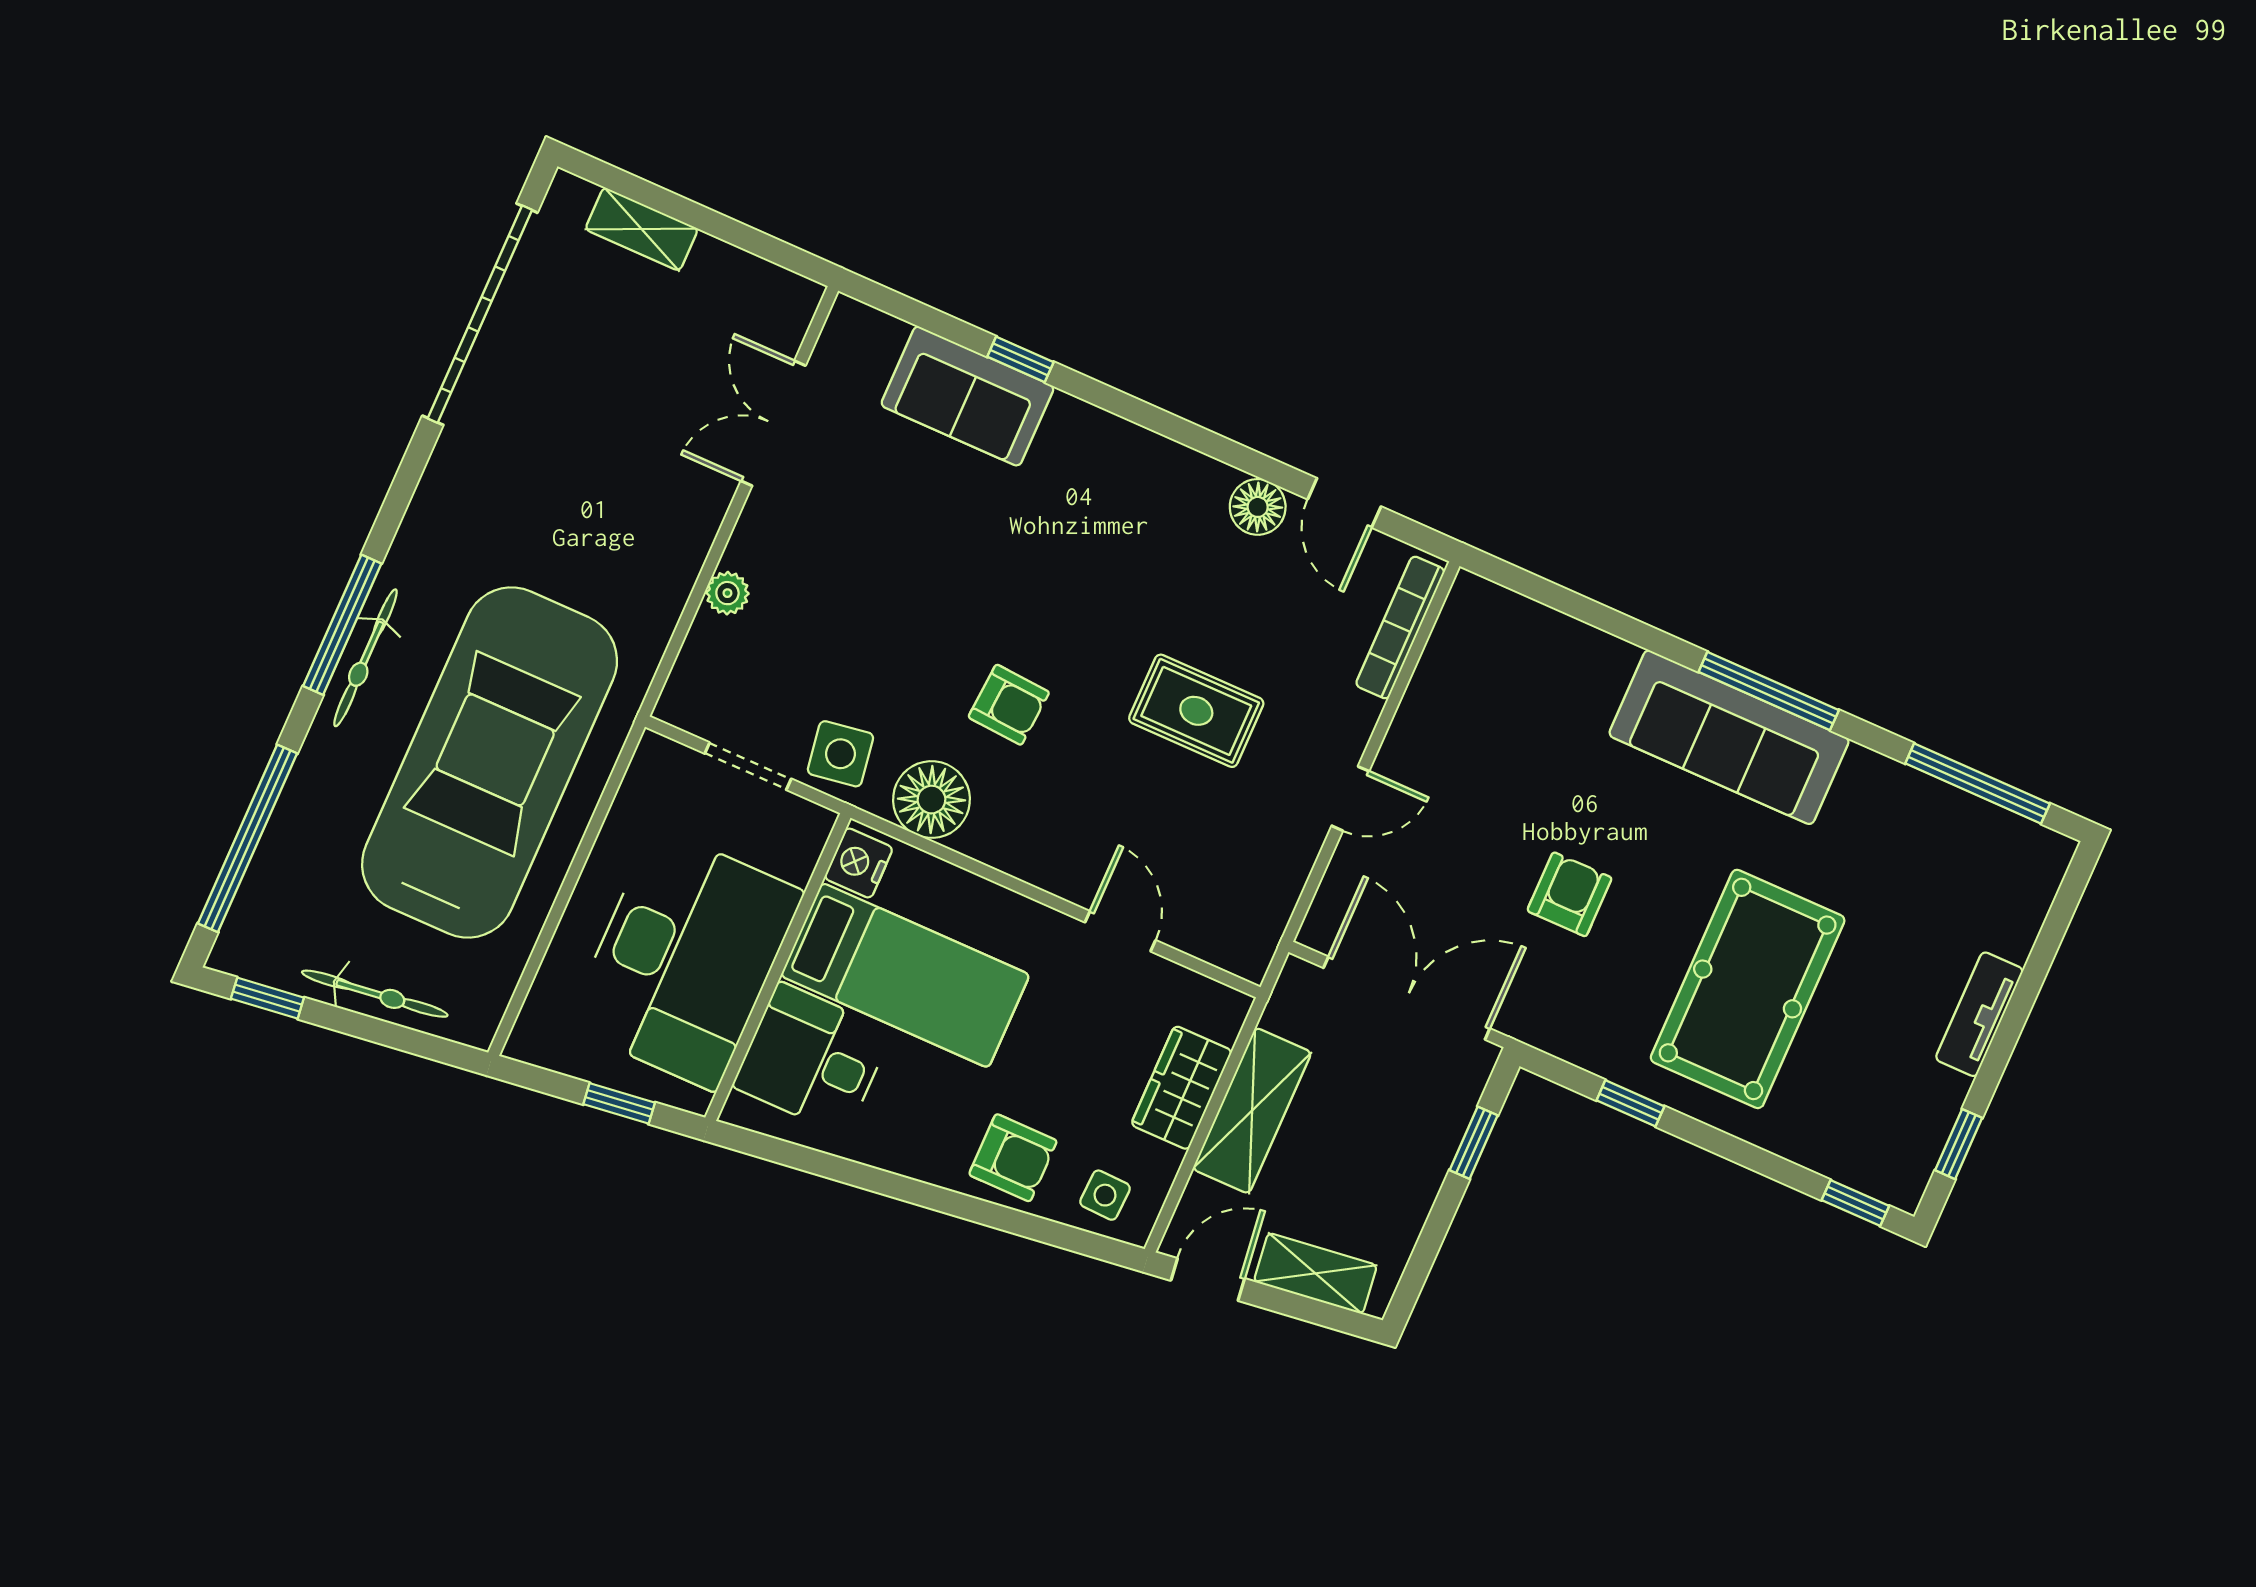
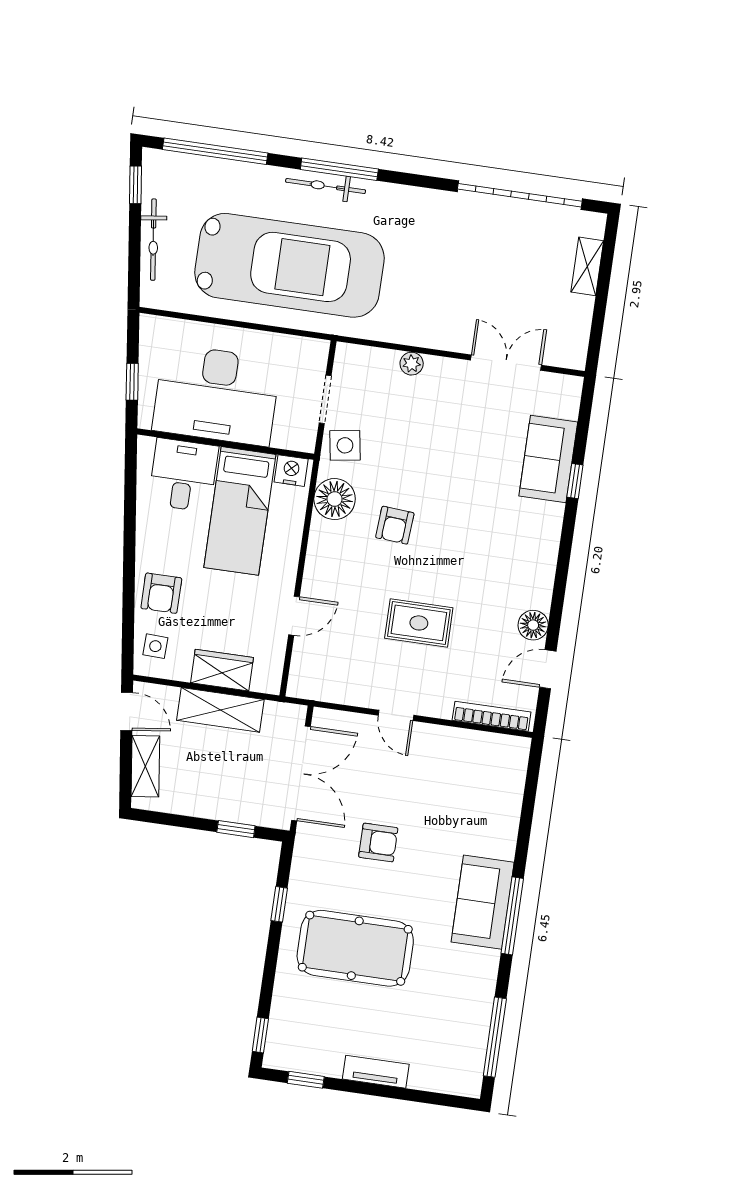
rug: (1196, 711) -> (419, 623), turned 90
sofa: (1729, 737) -> (483, 902), width x0.73

